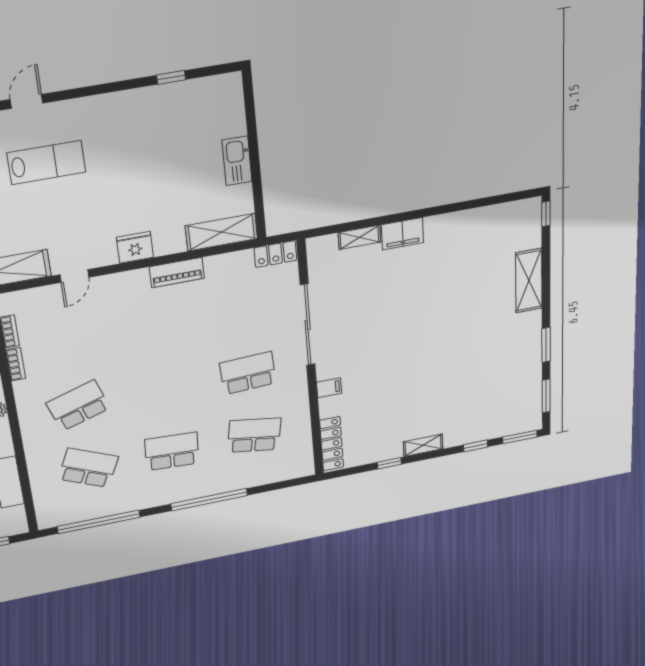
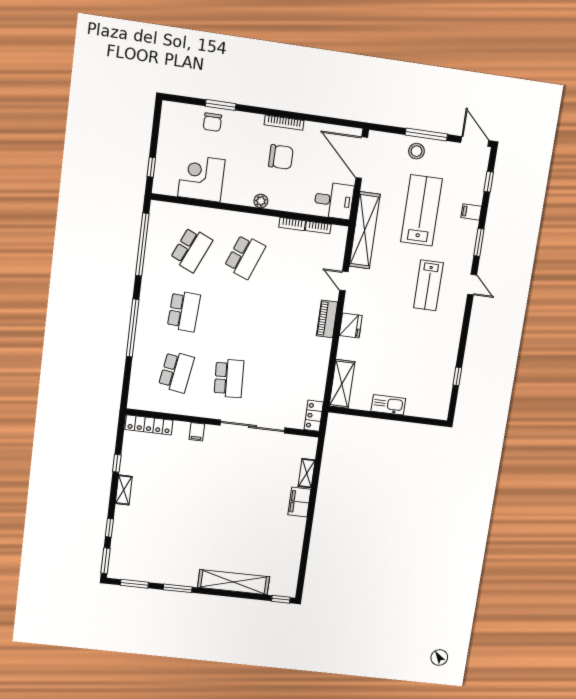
piano: (177, 272) -> (327, 319), moved
shelving: (529, 281) -> (234, 582), width x1.47
school desk: (78, 406) -> (245, 257), turned 39

